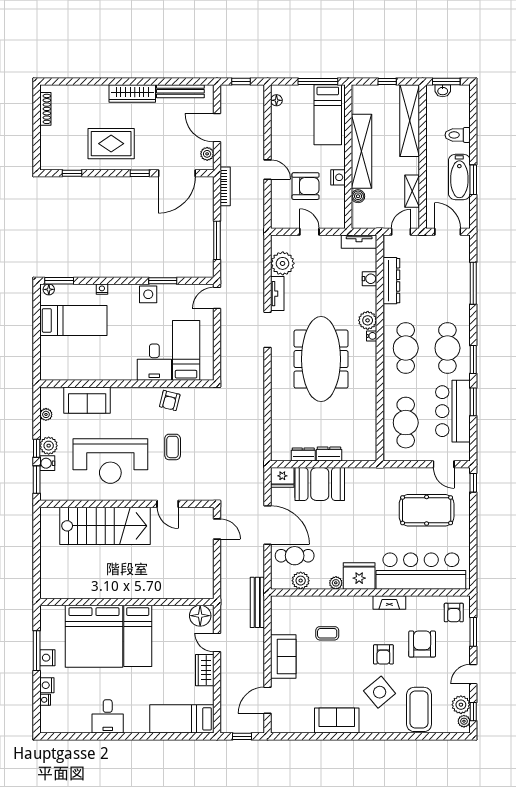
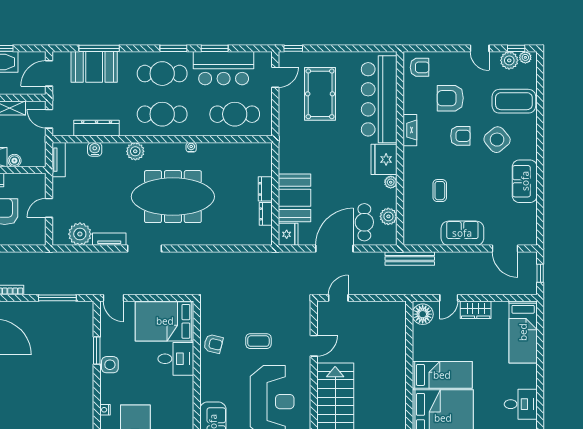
booth: (454, 278) -> (94, 67), added
water cooler: (372, 336) -> (191, 147), moved
bed: (186, 350) -> (165, 321), width x1.50
window: (473, 632) -> (438, 48), removed

